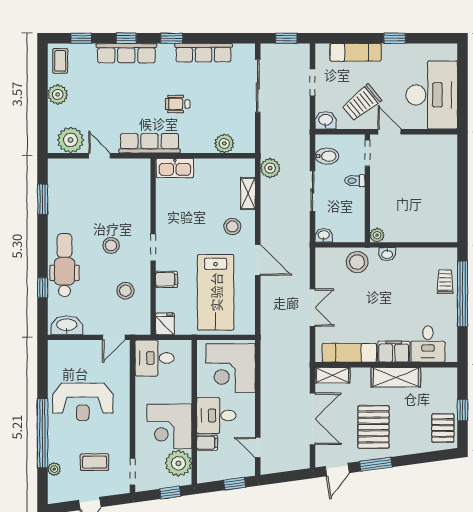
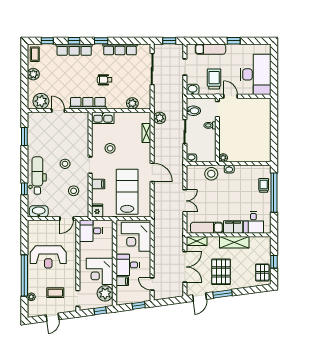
trolley: (362, 103) -> (214, 79), turned 129
stool: (232, 226) -> (110, 148), moved
lab bench: (216, 292) -> (127, 192), turned 180

